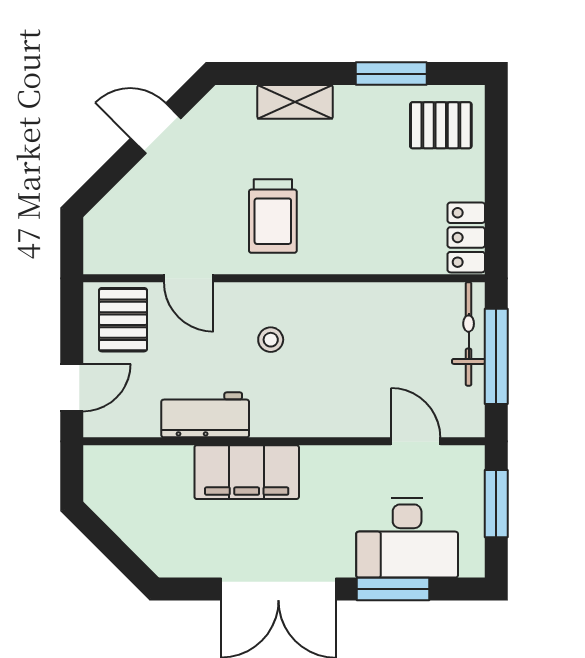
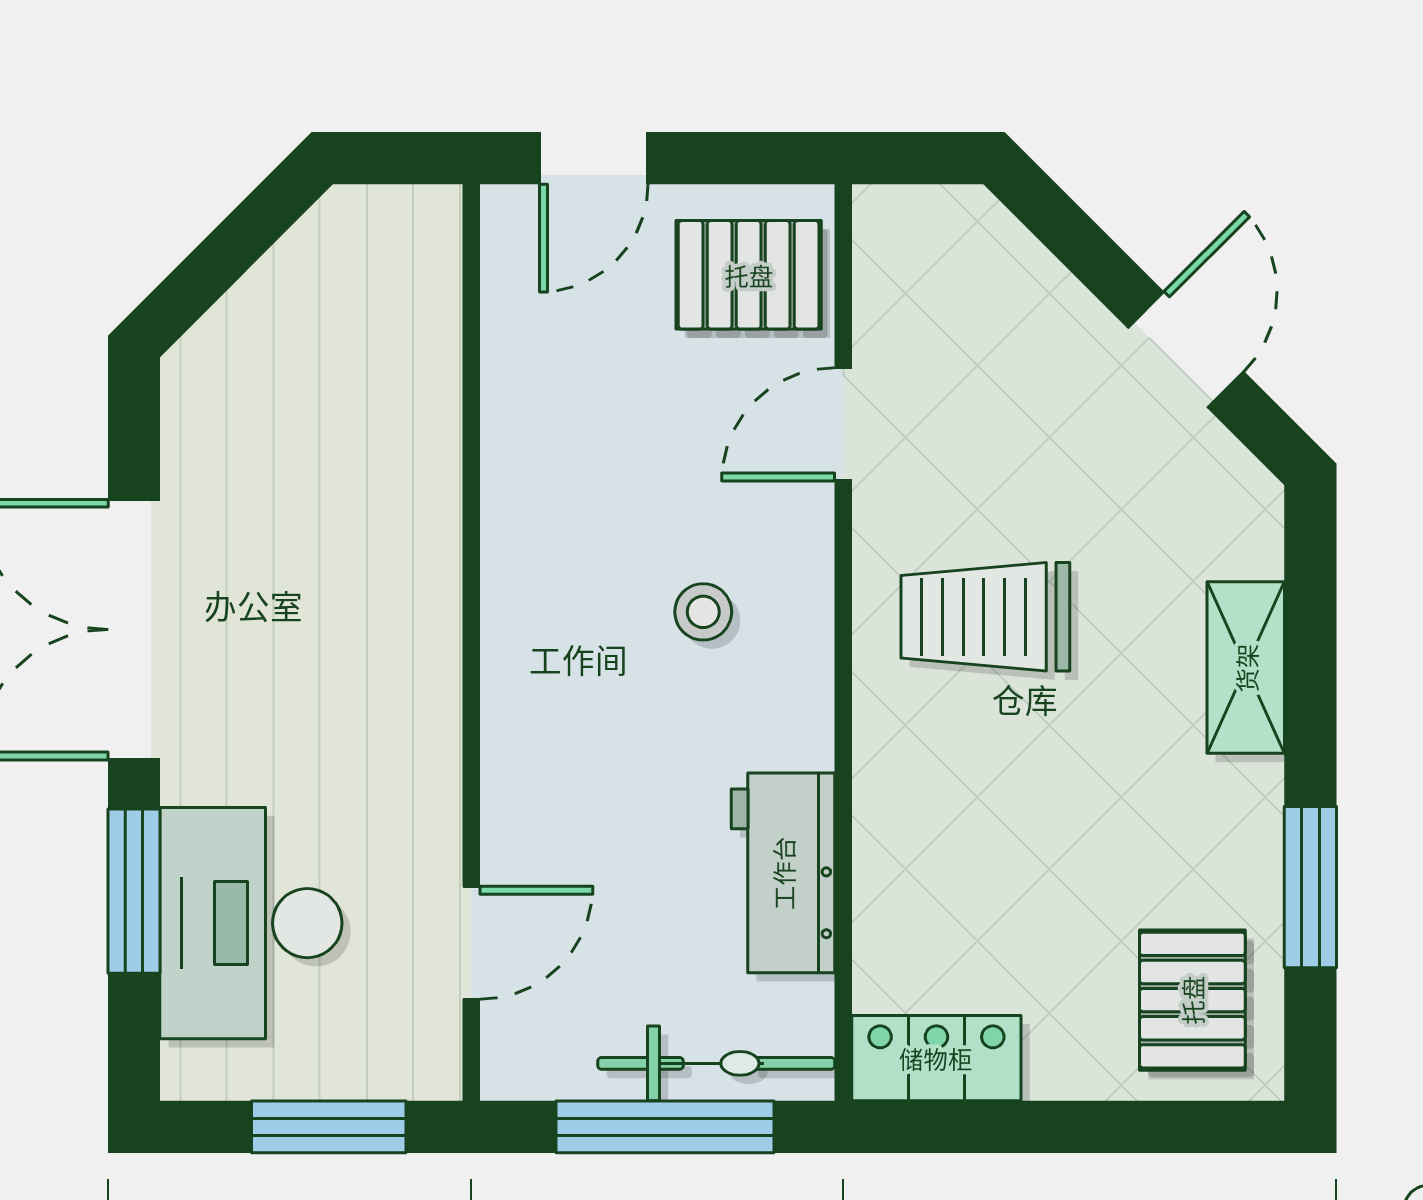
door: (72, 388) -> (594, 158), hinge flipped
workbench: (205, 415) -> (783, 873), moved, turned 180
filing cabinet: (247, 472) -> (401, 557), removed

